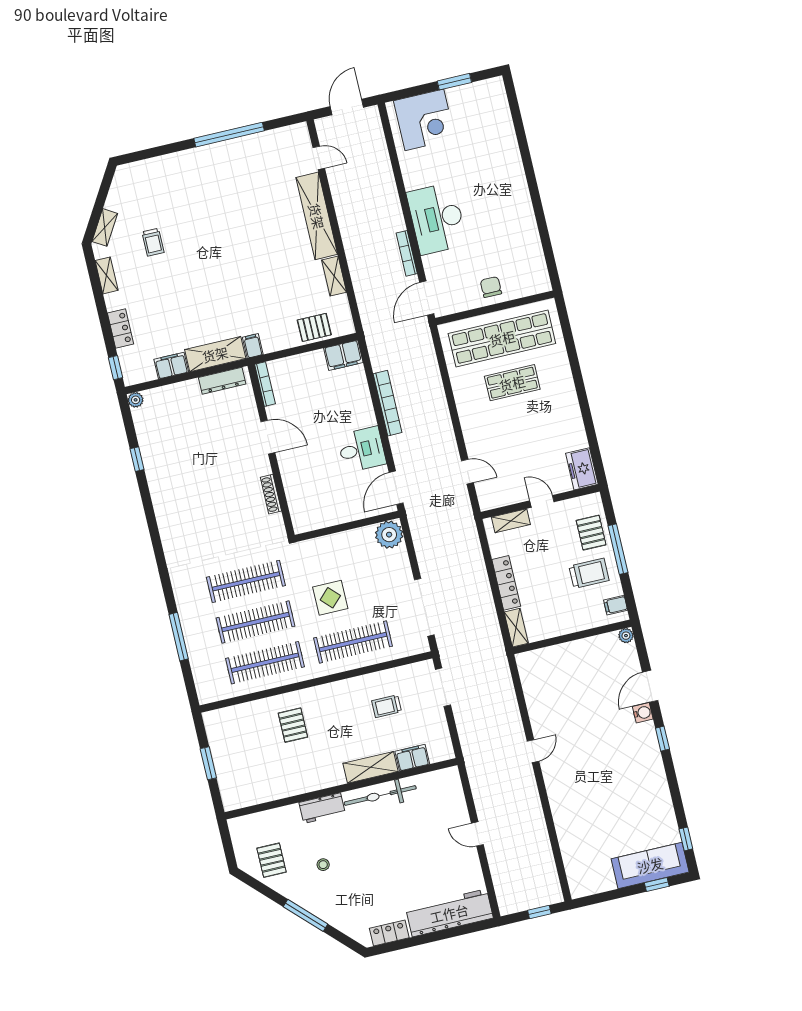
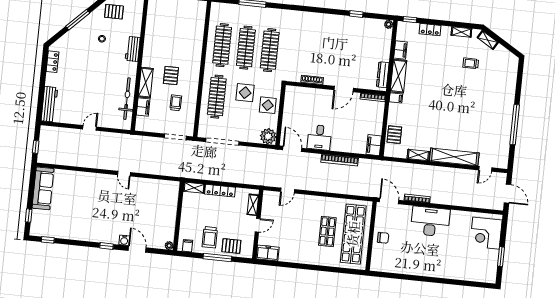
display table: (338, 553) -> (268, 105), added
pallet: (293, 725) -> (171, 76), moved, turned 90
bicycle: (380, 795) -> (127, 99), moved
sofa: (650, 865) -> (43, 188), moved
workbench: (449, 913) -> (49, 104), width x0.73, depth x0.76

